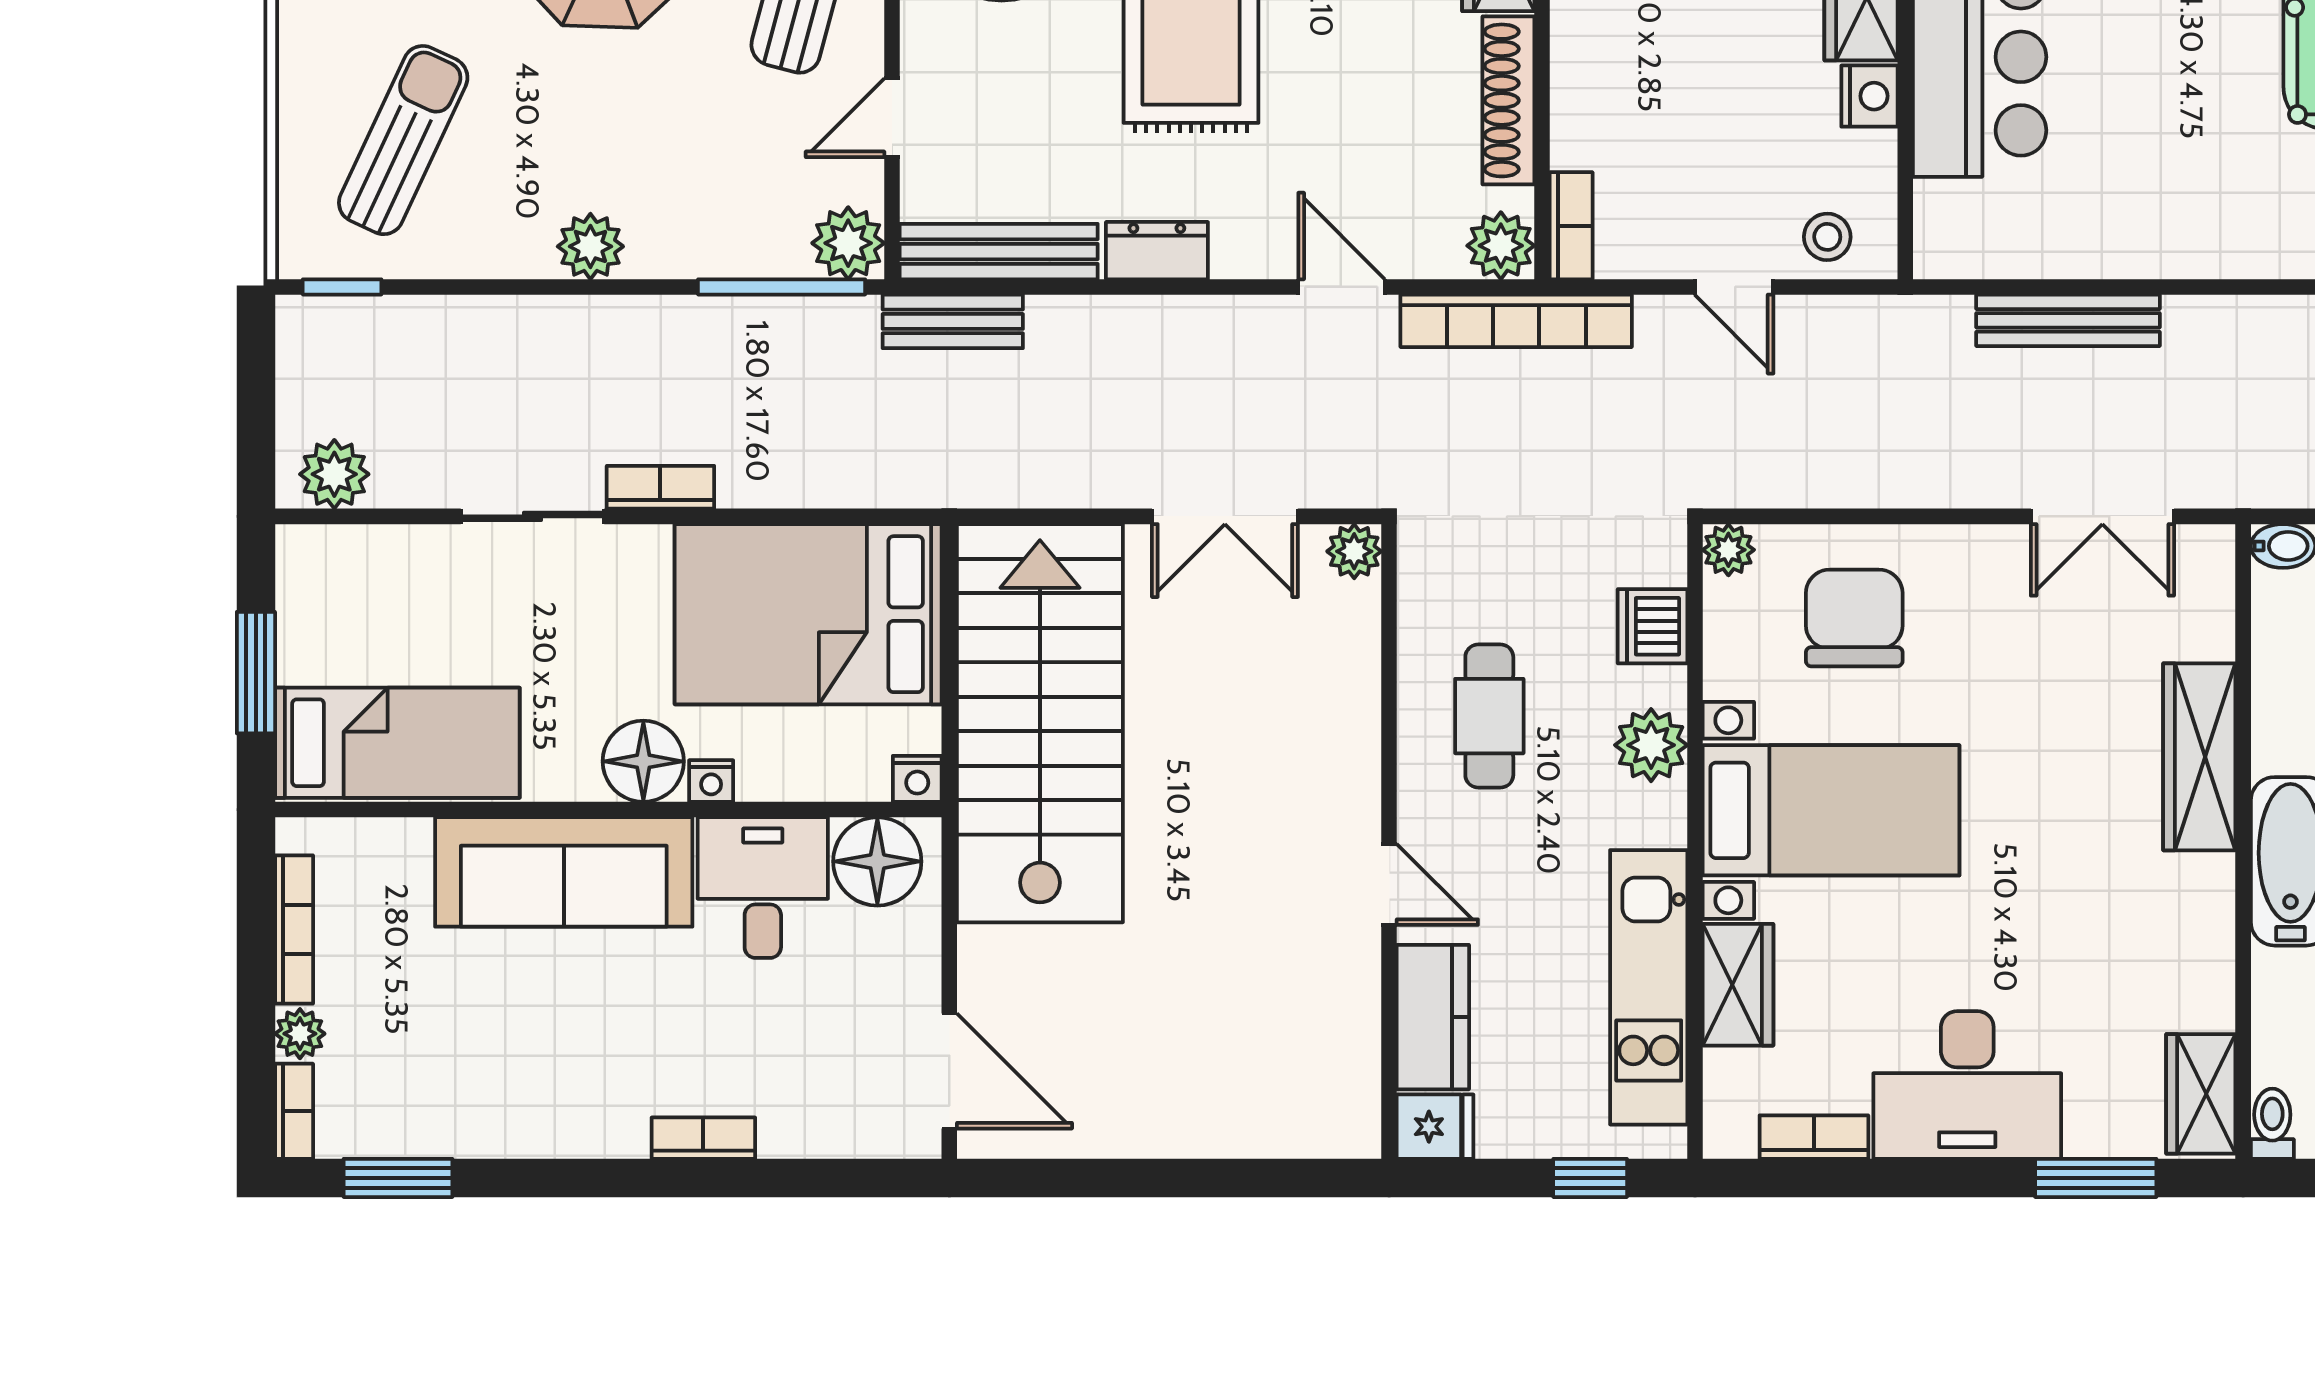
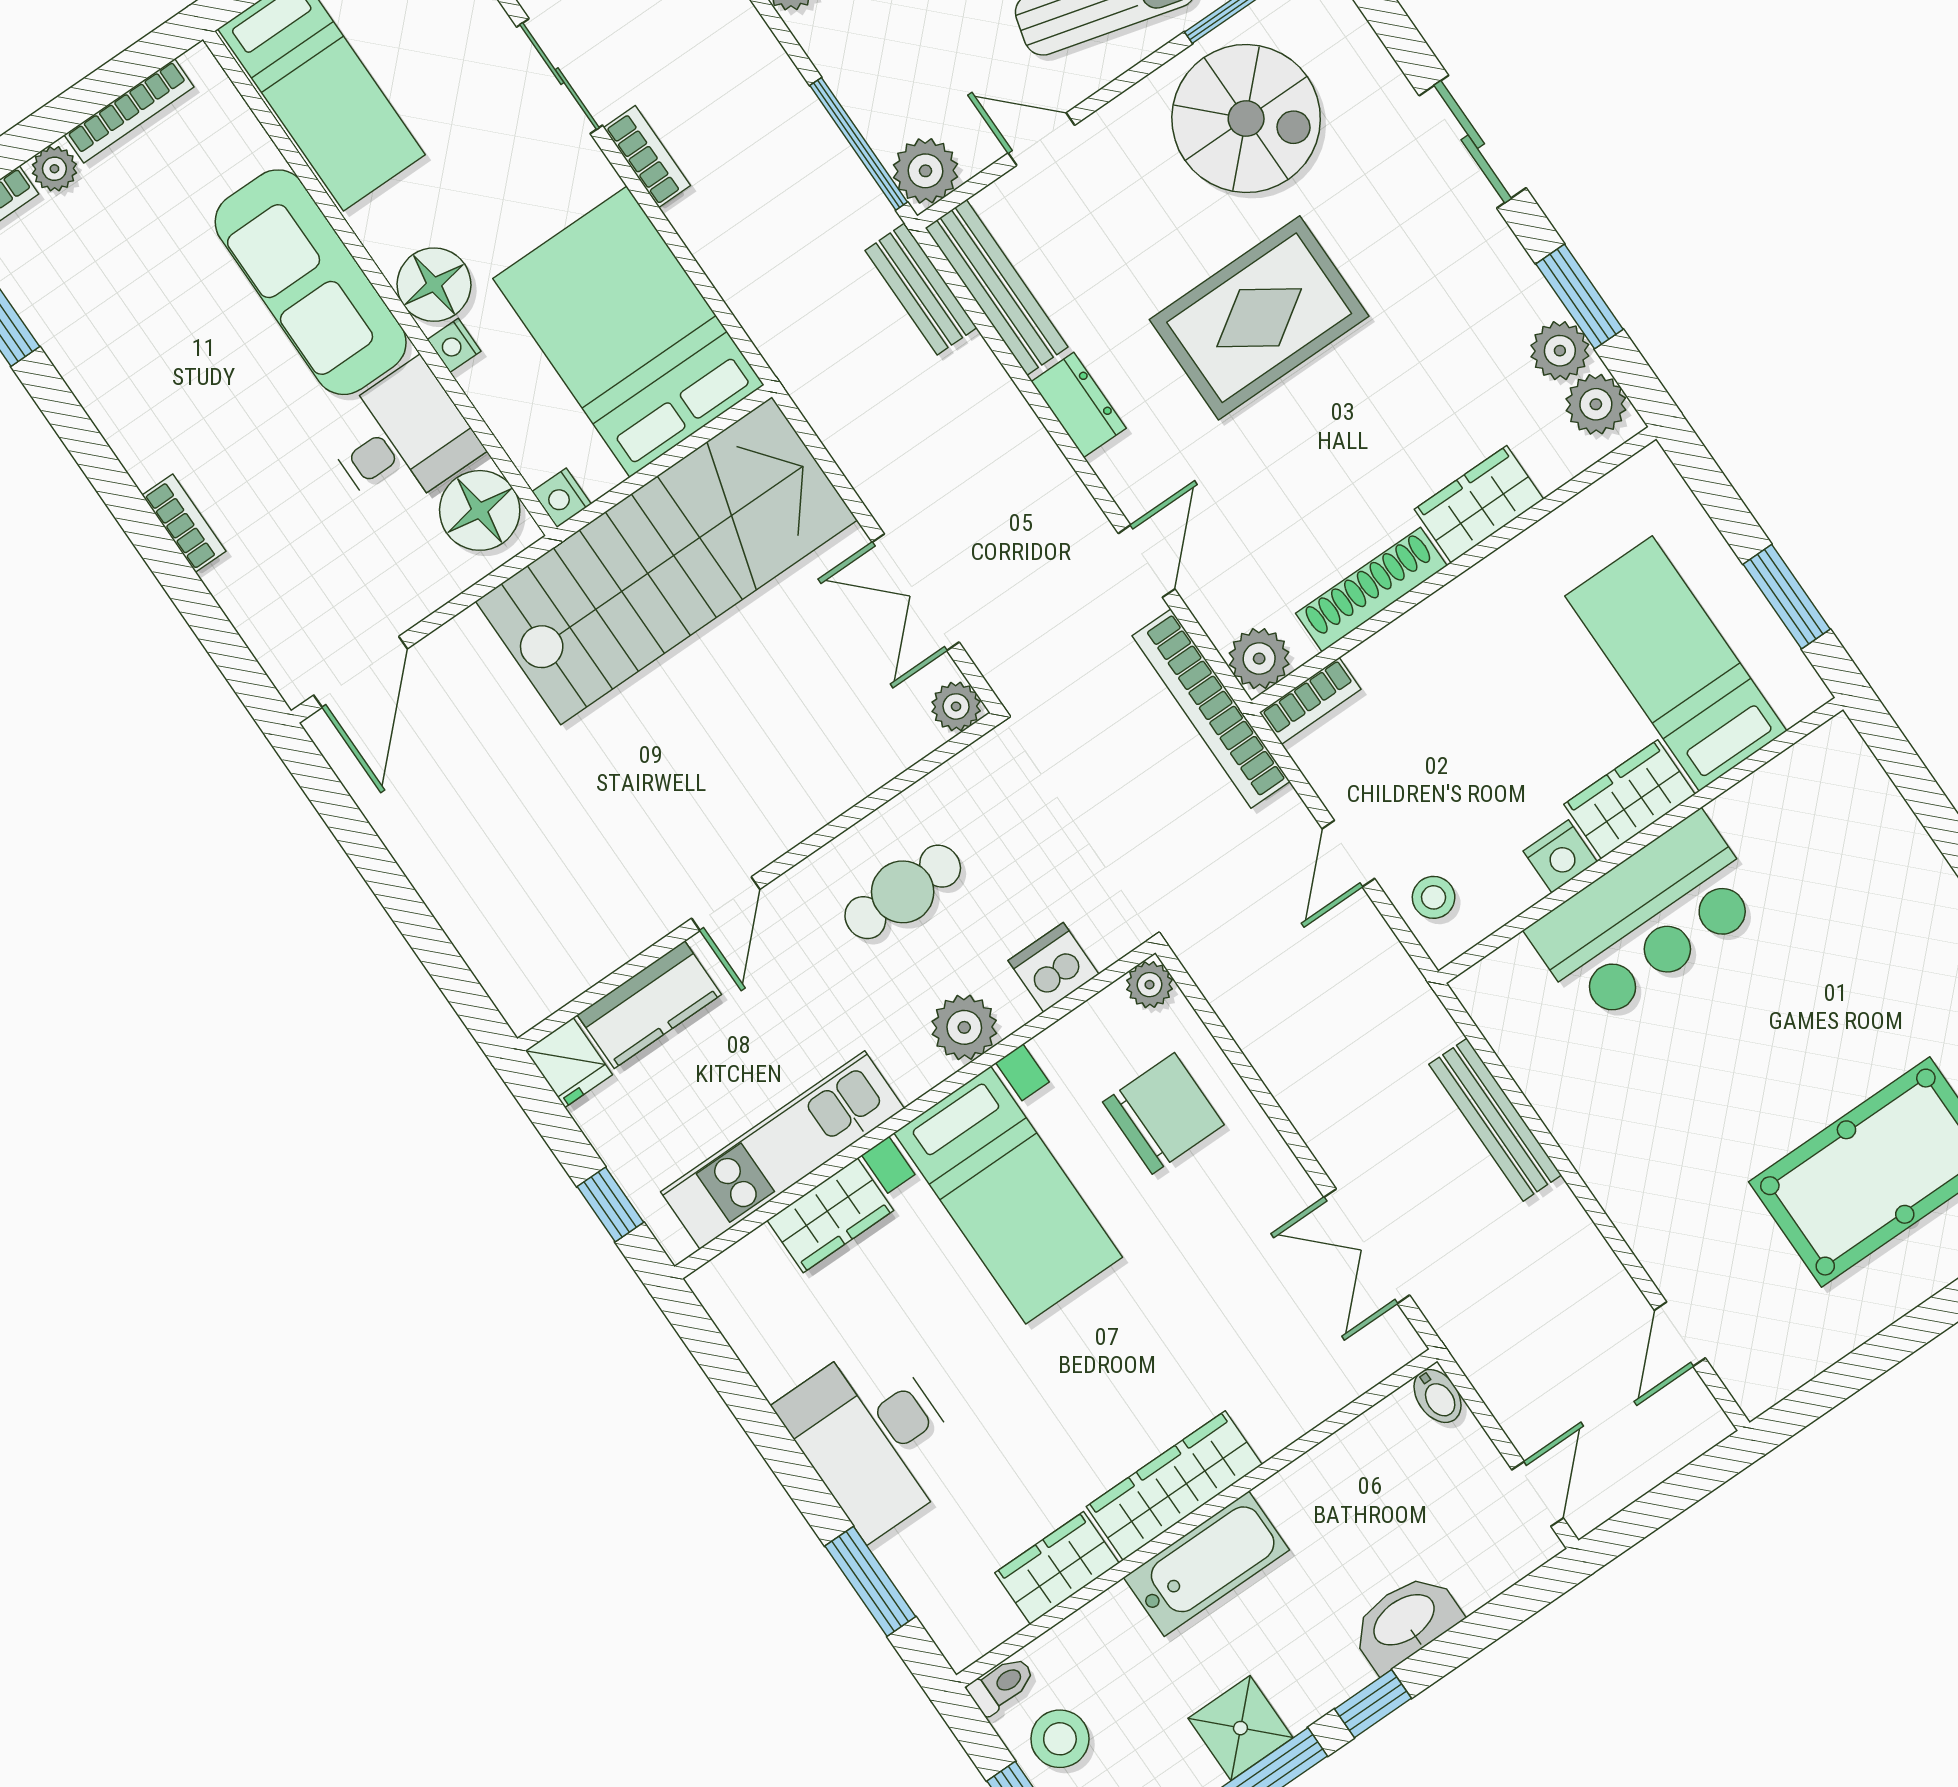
wardrobe: (2199, 757) -> (1174, 1486), moved
wardrobe: (2201, 1094) -> (1057, 1568), moved
bookcase: (1814, 1137) -> (756, 1350), removed

